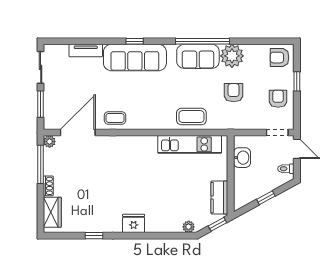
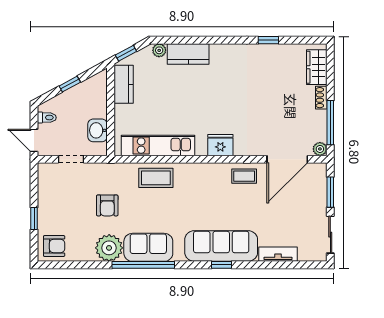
armchair: (278, 99) -> (56, 198), removed
doorway: (277, 133) -> (71, 159), moved
fridge: (134, 223) -> (220, 145), moved, turned 180
kitchen counter: (164, 224) -> (188, 54), added

